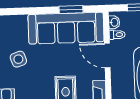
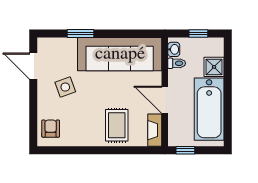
window: (71, 10) -> (80, 34), moved
door: (107, 55) -> (165, 100), moved

